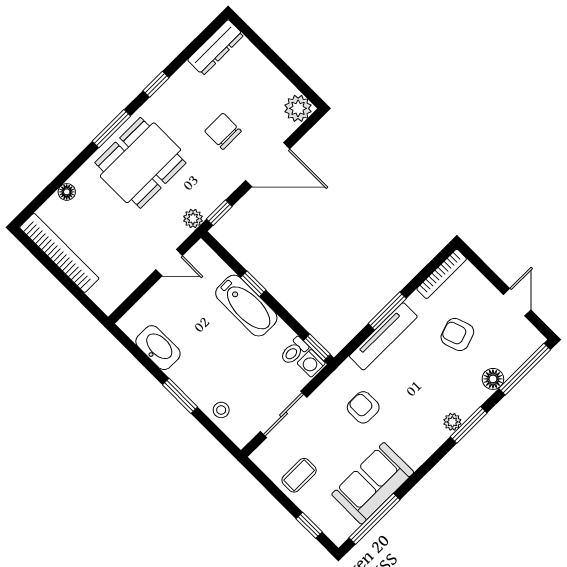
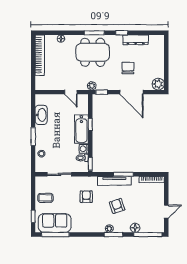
dresser: (216, 48) -> (136, 40), moved
armchair: (457, 334) -> (117, 206), moved
washing machine: (311, 363) -> (84, 149), moved
sofa: (373, 483) -> (55, 223), moved

